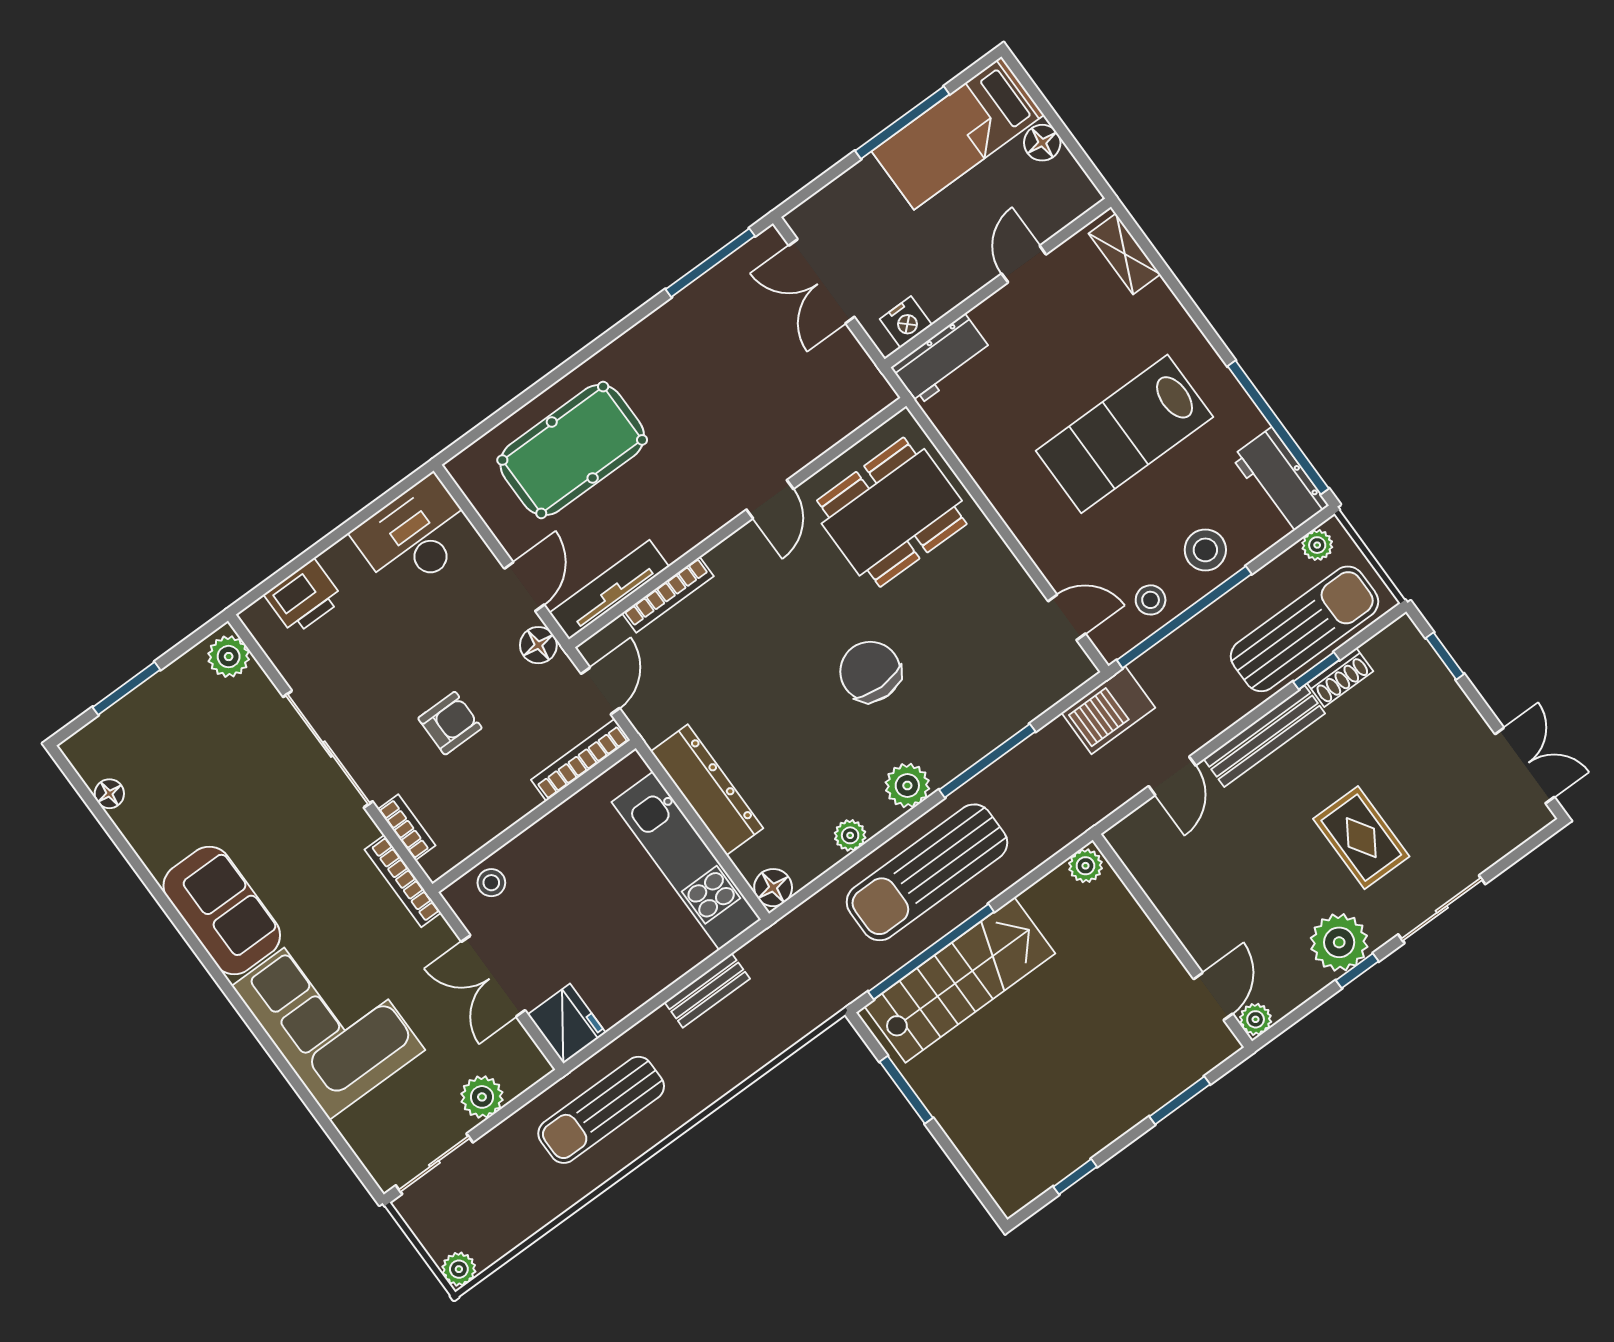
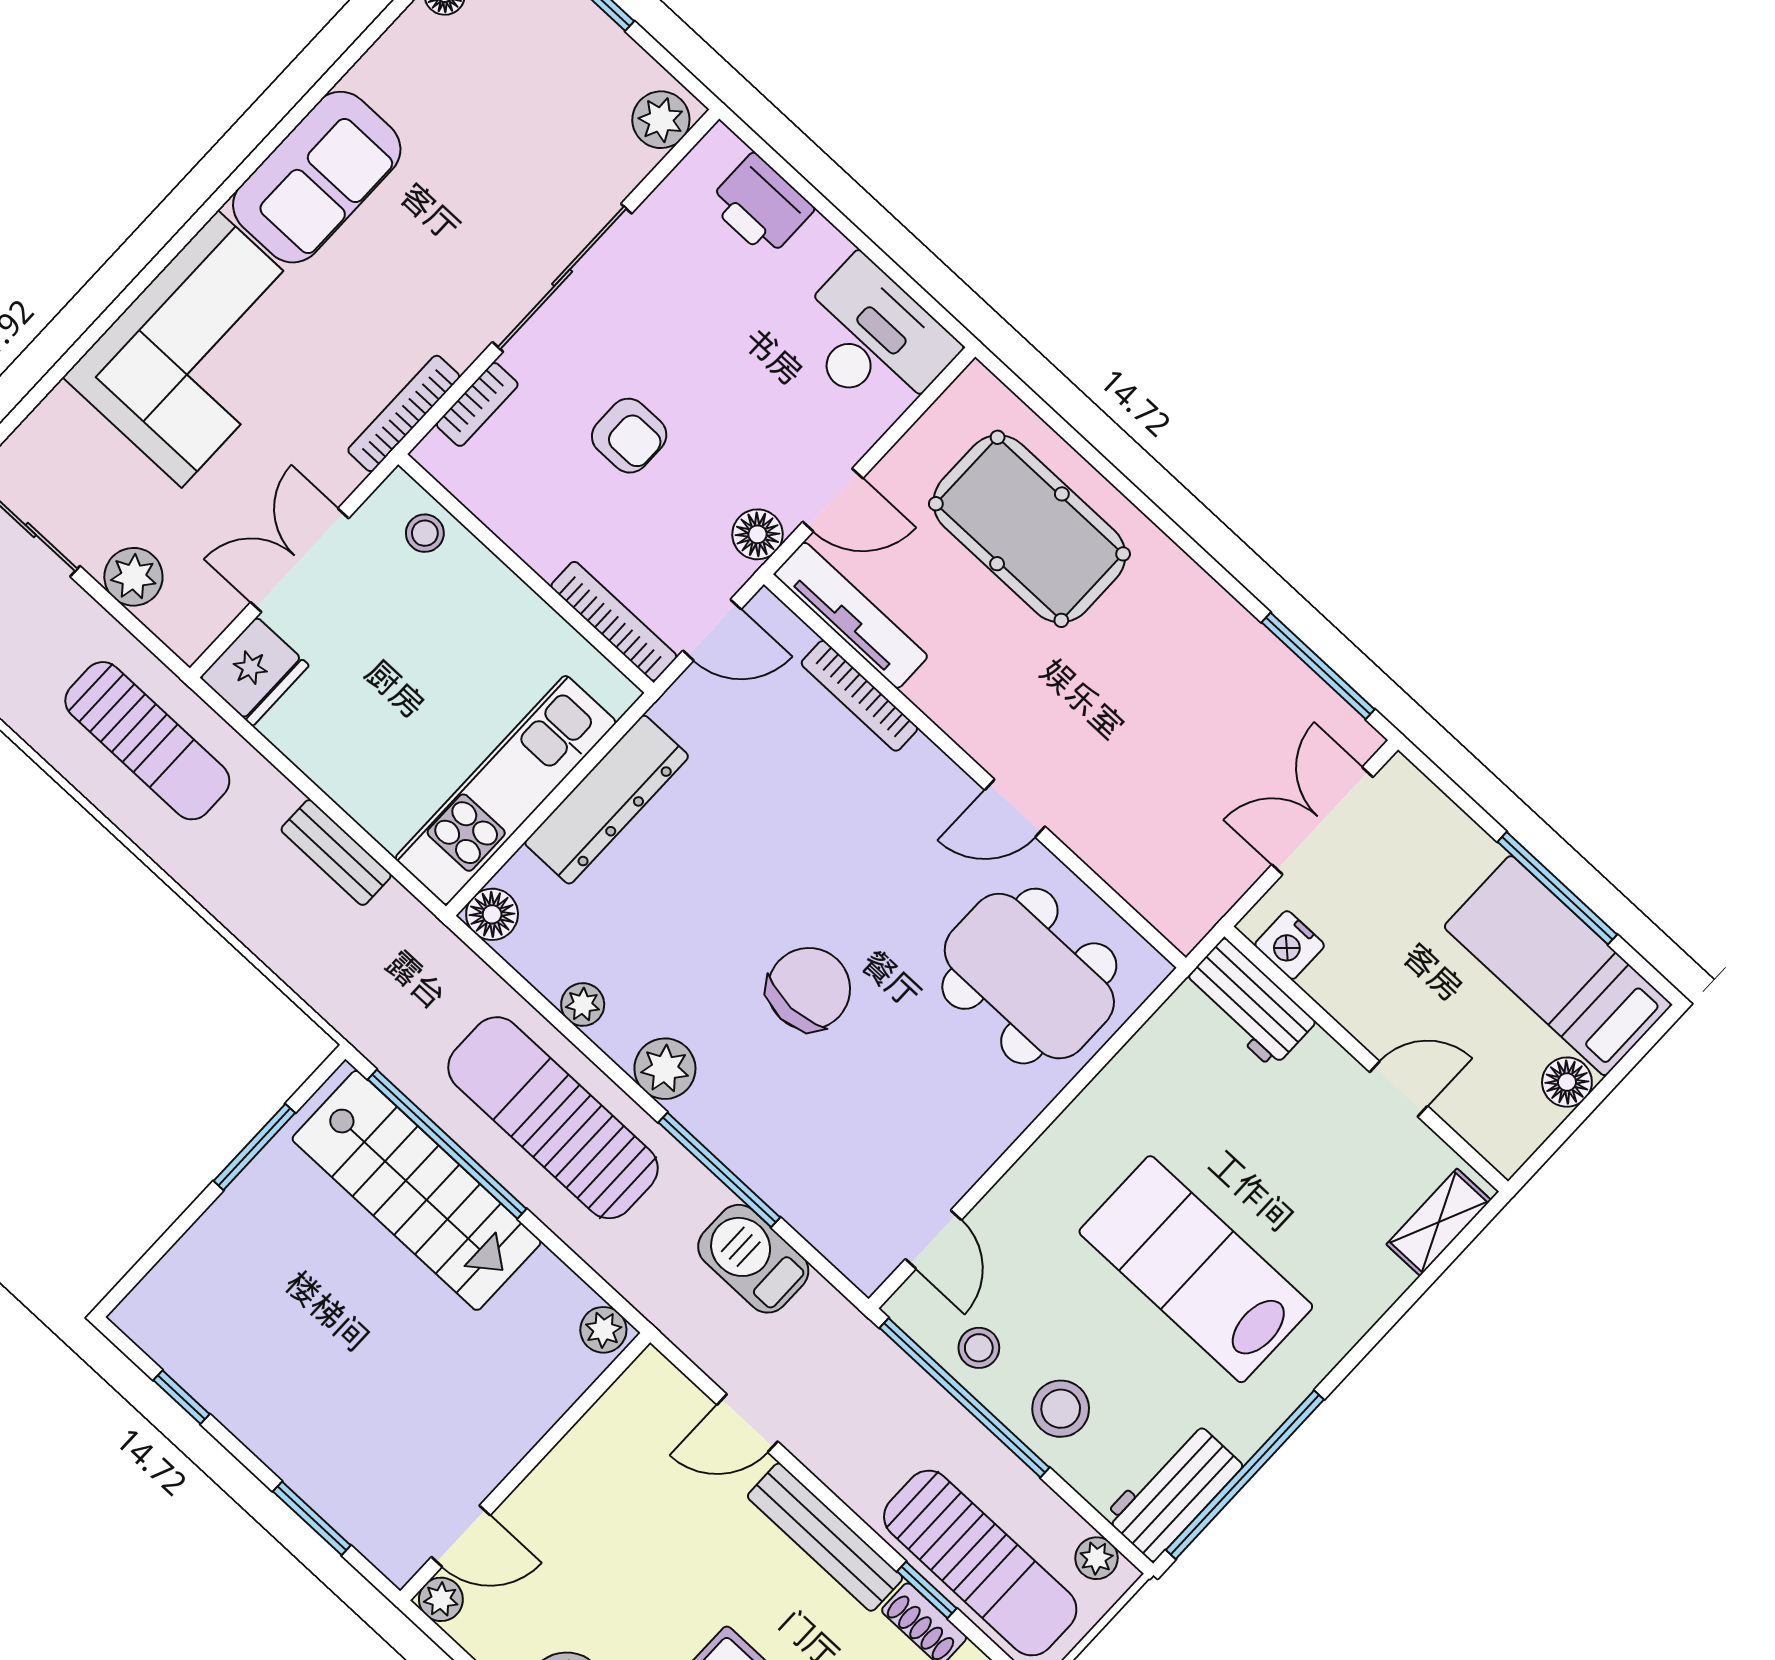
barbecue: (1108, 710) -> (753, 1259), moved
sun lounger: (601, 1110) -> (147, 741), turned 180

